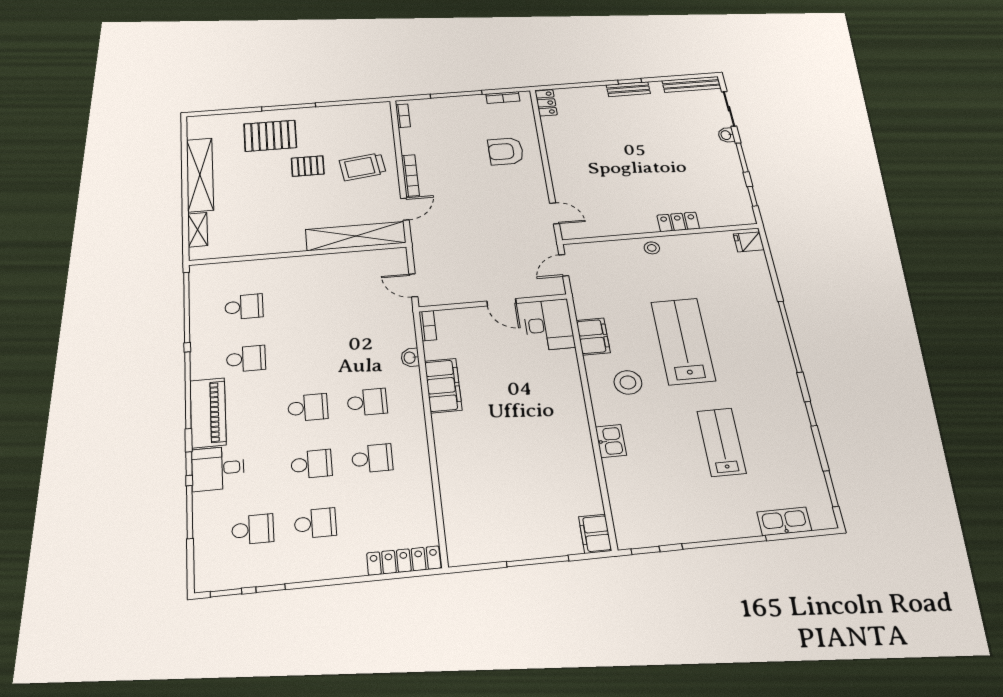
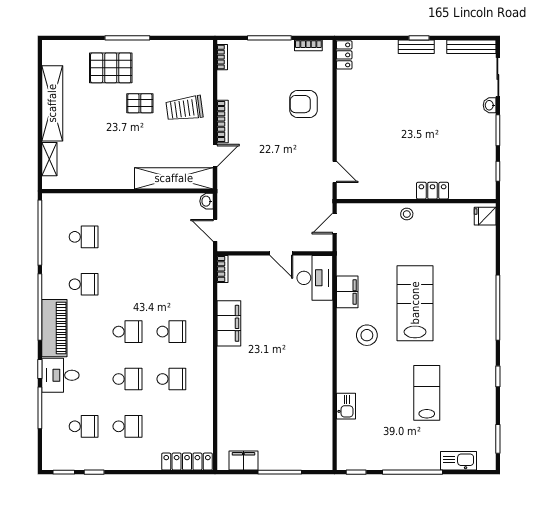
washbasin: (410, 358) -> (206, 201), moved
kitchen sink: (611, 441) -> (346, 406), moved
filing cabinet: (595, 534) -> (243, 461), moved, turned 90

